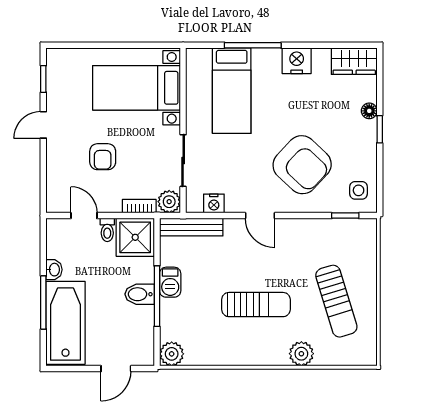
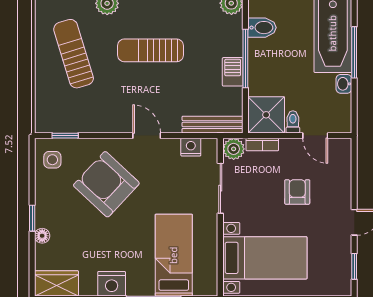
bidet: (140, 294) -> (262, 28), moved

